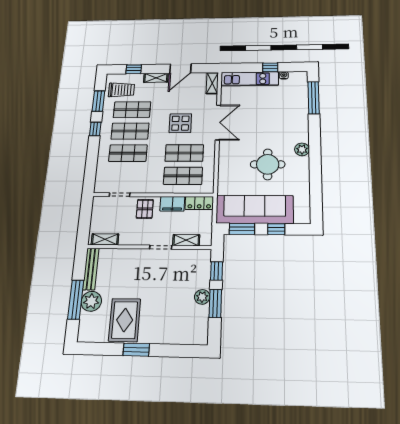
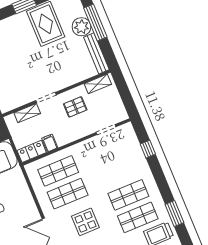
window: (95, 129) -> (148, 149), moved
shop shelf: (128, 153) -> (119, 172), removed
filing cabinet: (172, 204) -> (50, 143), width x0.50
pallet: (145, 209) -> (75, 107), moved, turned 90

